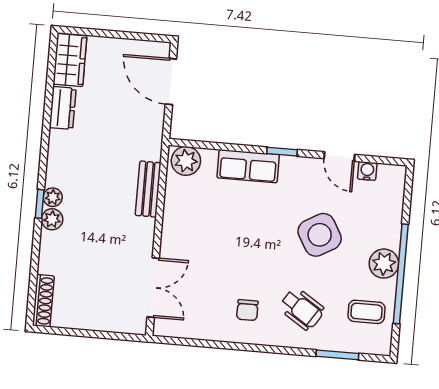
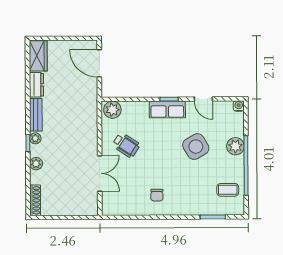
row of seats: (248, 166) -> (167, 109), moved
water cooler: (367, 171) -> (239, 106), moved
bench: (148, 189) -> (36, 115), moved
plant: (52, 219) -> (36, 164), moved
plant: (384, 264) -> (235, 146), moved
double door: (153, 288) -> (100, 173), moved
wheelchair: (302, 309) -> (126, 145), moved

